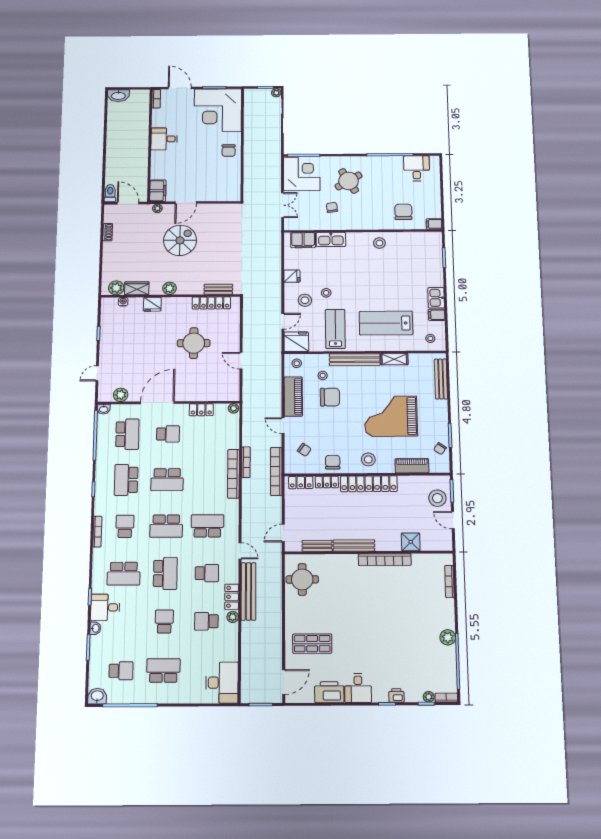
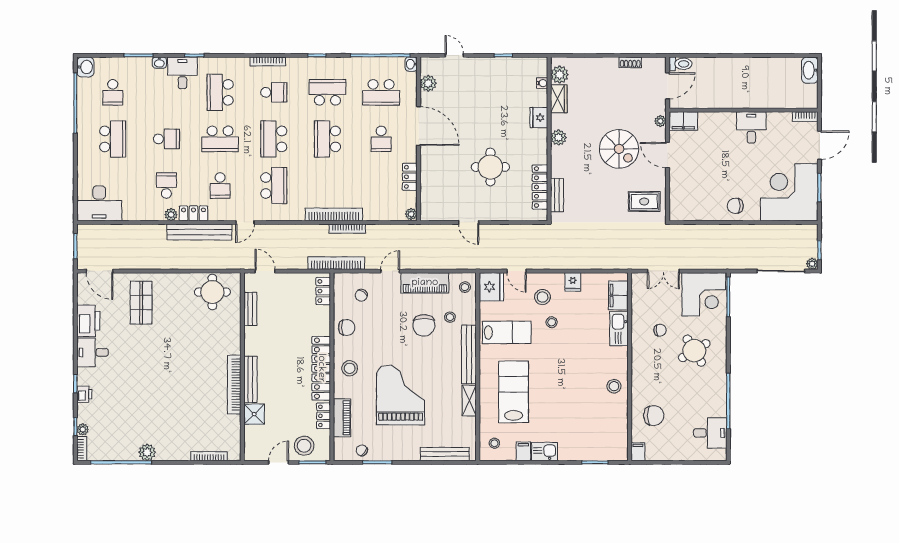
rug: (224, 220) -> (644, 201), added
door: (241, 361) -> (469, 222), swing flipped
locker: (327, 482) -> (324, 416), moved
bench: (354, 545) -> (250, 379), moved

